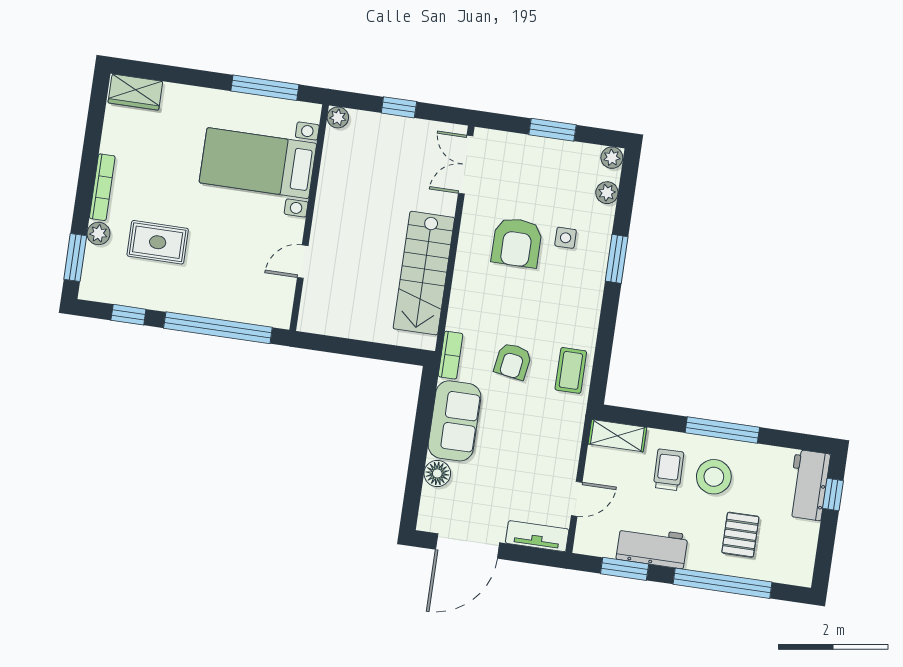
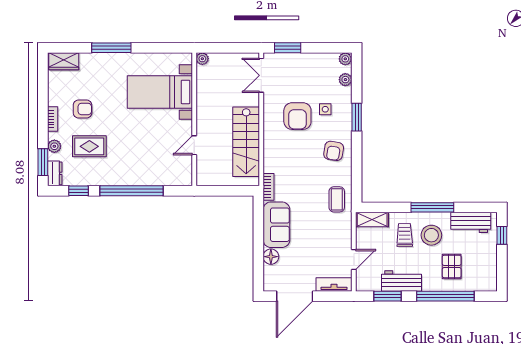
window: (265, 88) -> (111, 48), moved
window: (399, 107) -> (218, 48), removed
plant: (338, 117) -> (202, 59), moved
window: (552, 130) -> (288, 48), moved
bed with nightstands: (258, 163) -> (160, 92), moved
armchair: (155, 177) -> (83, 109), added
bookcase: (102, 187) -> (53, 119), width x0.64
wall: (309, 218) -> (194, 119), moved
door: (303, 262) -> (194, 145), moved
dresser: (92, 280) -> (55, 173), added
armchair: (513, 361) -> (334, 151), moved
coffee table: (571, 370) -> (337, 199), moved
workbench: (808, 485) -> (471, 222), moved, turned -90

